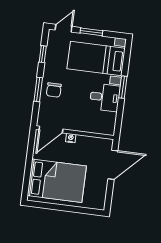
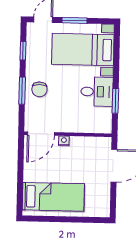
window: (123, 87) -> (115, 101), moved
bed: (57, 181) -> (53, 197), width x0.67

